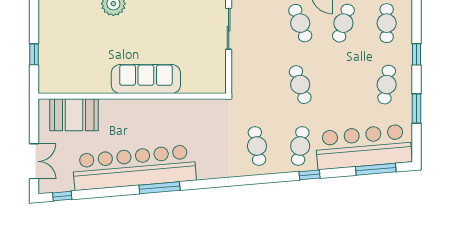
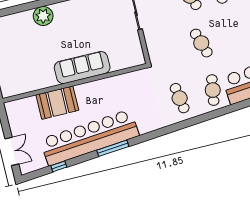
booth: (74, 115) -> (57, 103), moved
window: (310, 175) -> (225, 110), removed
window: (62, 196) -> (59, 166), moved

